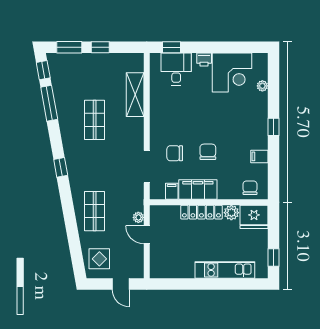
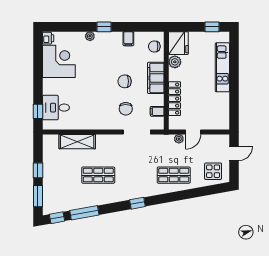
printer: (204, 59) -> (48, 38), moved
plant: (262, 86) -> (90, 36), moved
filing cabinet: (198, 190) -> (156, 78), moved
locker: (201, 212) -> (174, 99), moved

